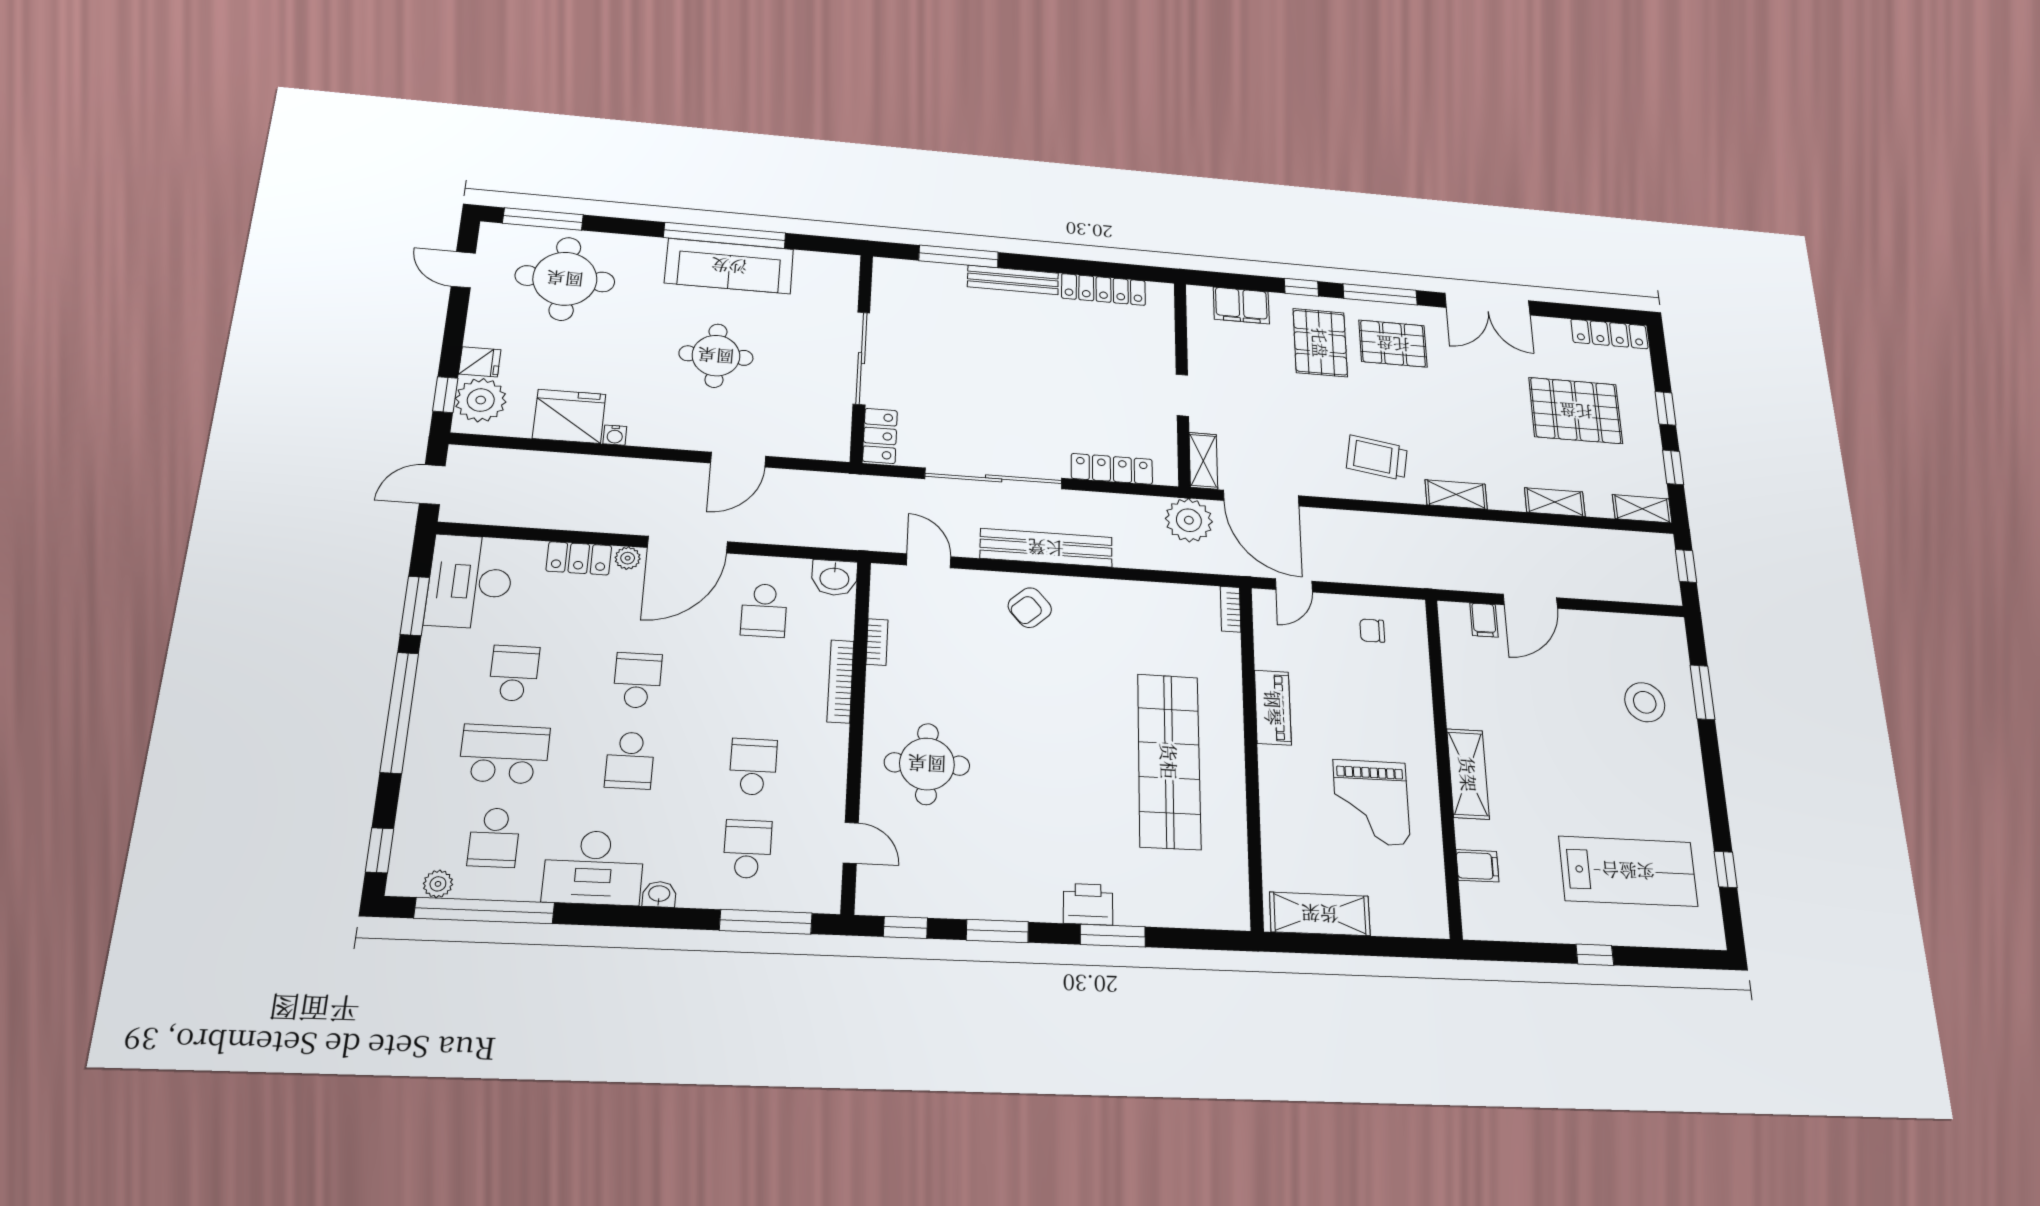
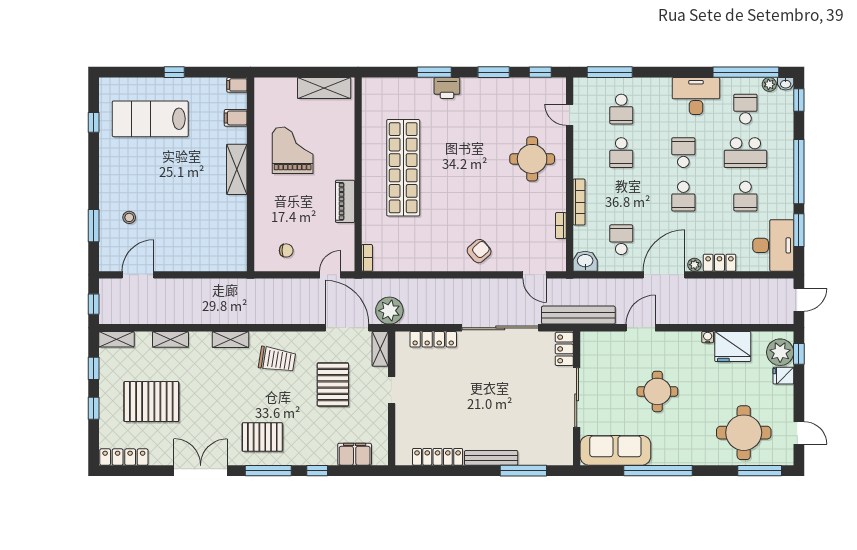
sofa: (729, 266) -> (615, 450), moved
pallet: (1320, 343) -> (333, 384), moved
bench: (1046, 548) -> (578, 315), moved
door: (1530, 601) -> (138, 275), moved
filing cabinet: (1484, 620) -> (237, 85), moved, turned -90
stool: (1645, 702) -> (129, 217), width x0.53, depth x0.53
washbasin: (659, 894) -> (786, 84), moved

